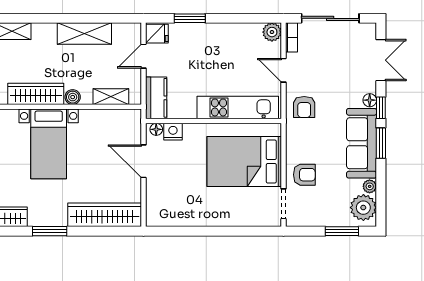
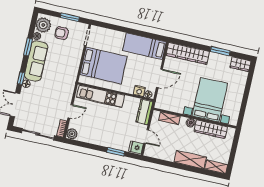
shelving: (84, 34) -> (190, 160), moved
door: (143, 56) -> (146, 137), hinge flipped
door: (283, 70) -> (70, 111), hinge flipped
armchair: (304, 107) -> (63, 88), removed
window: (381, 143) -> (28, 47), moved
bed with nightstands: (49, 144) -> (210, 100), width x1.36
door: (143, 161) -> (159, 78), hinge flipped
armchair: (304, 175) -> (62, 33), moved
bed: (182, 210) -> (144, 46), added
window: (342, 231) -> (70, 17), moved

